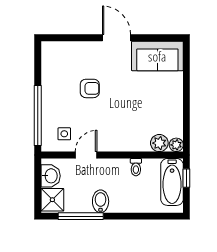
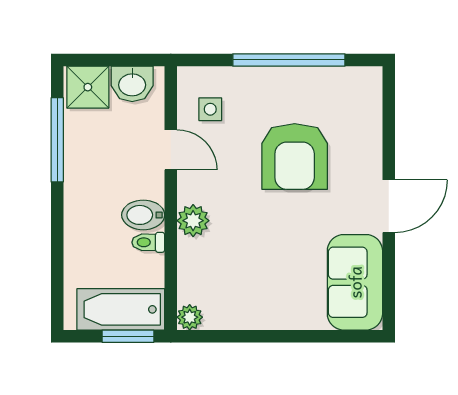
armchair: (90, 88) -> (295, 157), width x1.88, depth x1.88
window: (38, 115) -> (289, 60), moved
plant: (159, 143) -> (193, 221), moved
window: (186, 178) -> (128, 336), width x1.50
bidet: (101, 201) -> (143, 215), moved, turned 180

